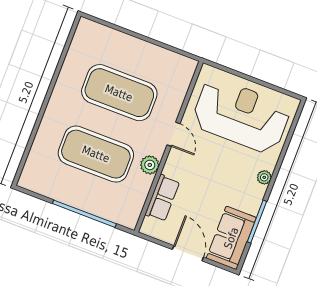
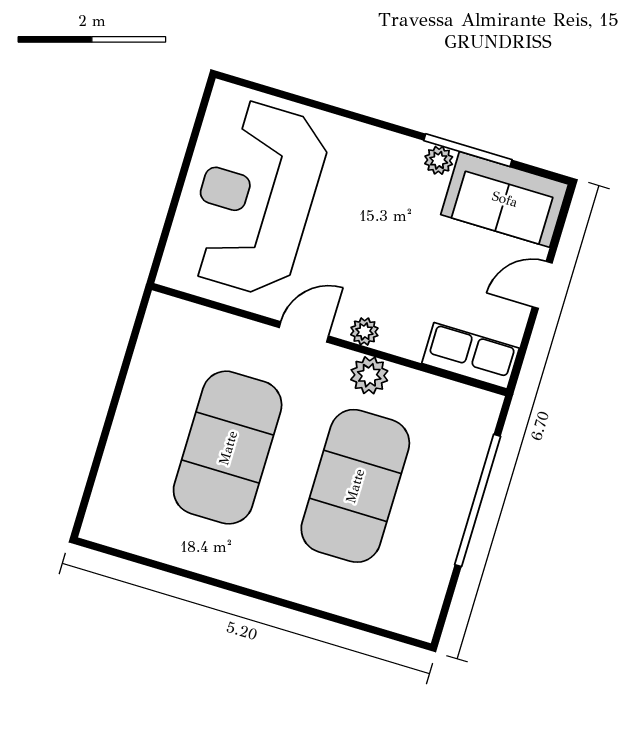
plant: (171, 164) -> (364, 331), added
plant: (264, 177) -> (439, 160), moved
row of seats: (162, 198) -> (471, 356), moved
door: (188, 253) -> (542, 285), width x0.73

